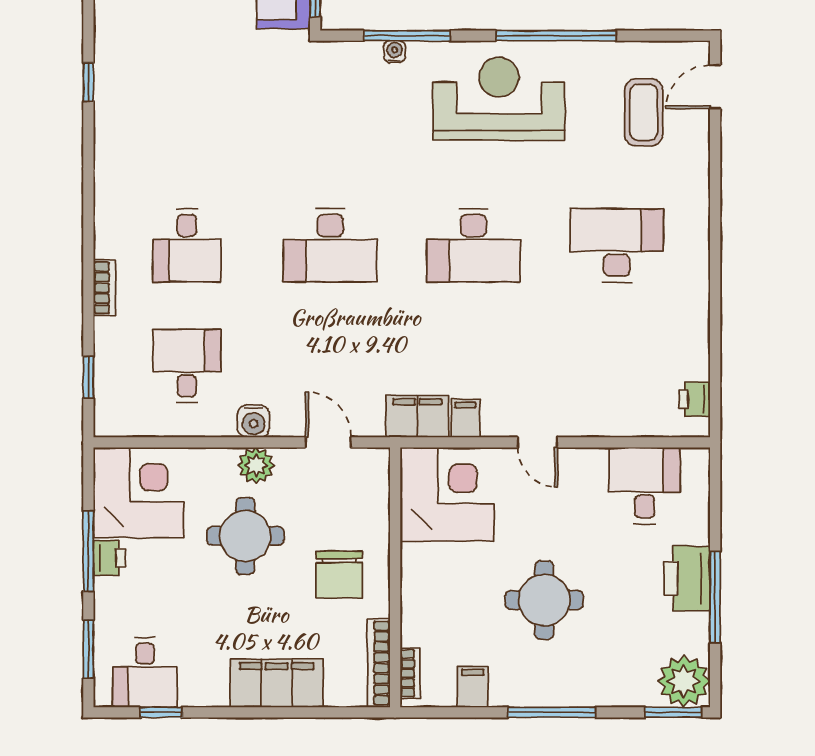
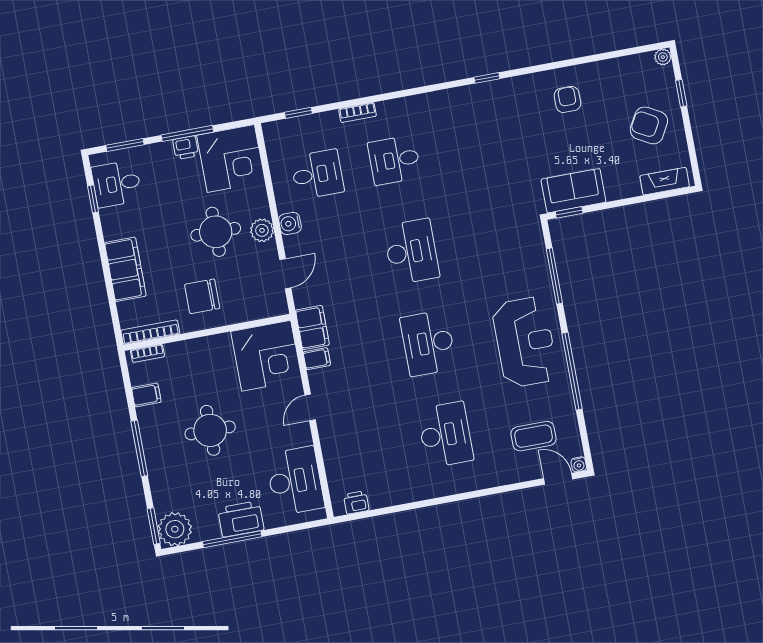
water cooler: (395, 52) -> (579, 464), moved, turned 90
desk: (330, 245) -> (411, 252), turned 180
desk: (645, 486) -> (295, 481), width x1.37

